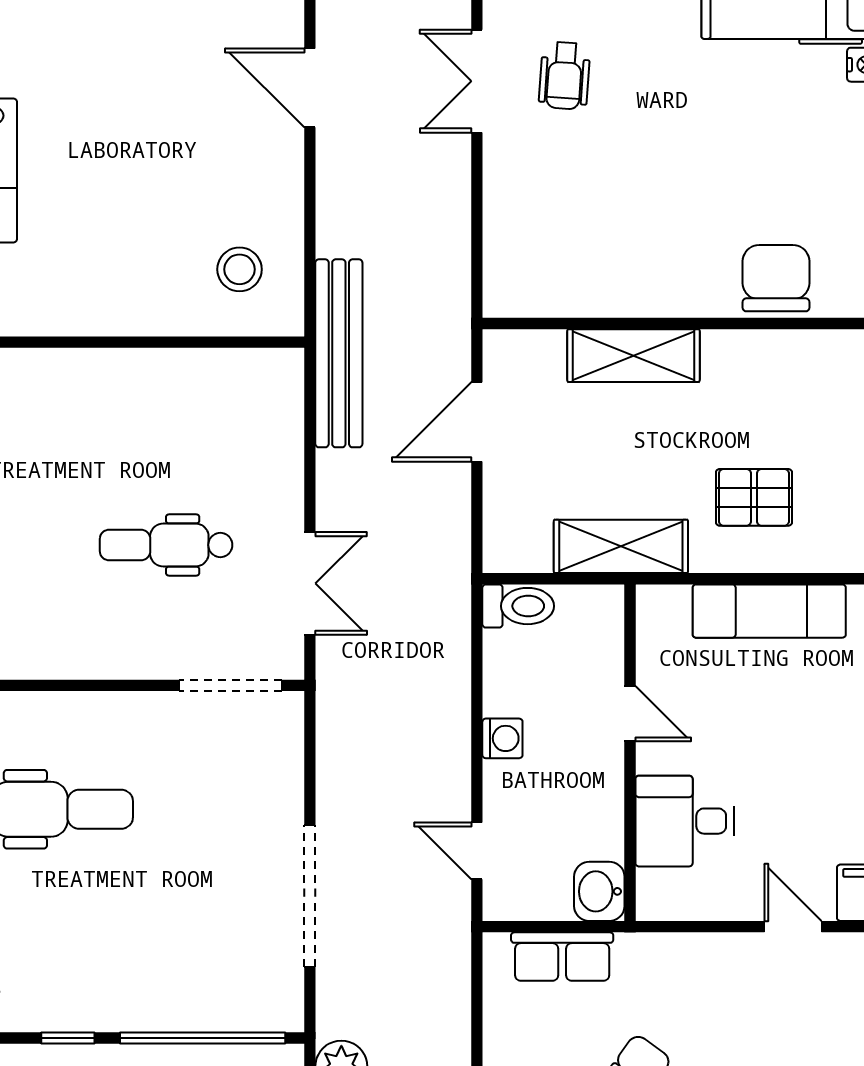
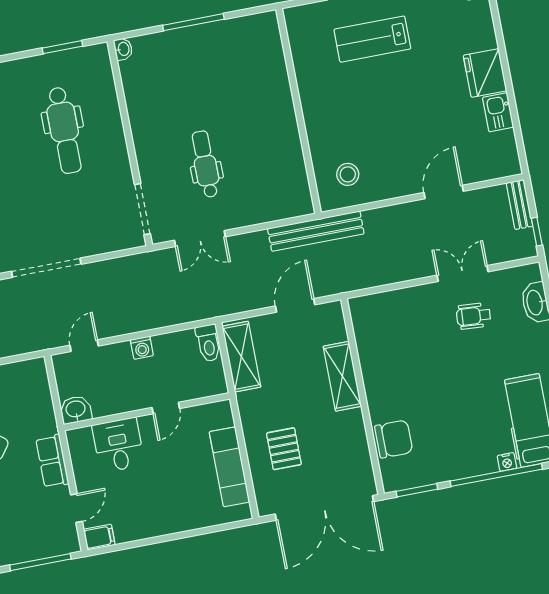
door: (477, 422) -> (295, 305), hinge flipped
shelving: (621, 546) -> (241, 357), moved
row of seats: (562, 957) -> (52, 461), moved

